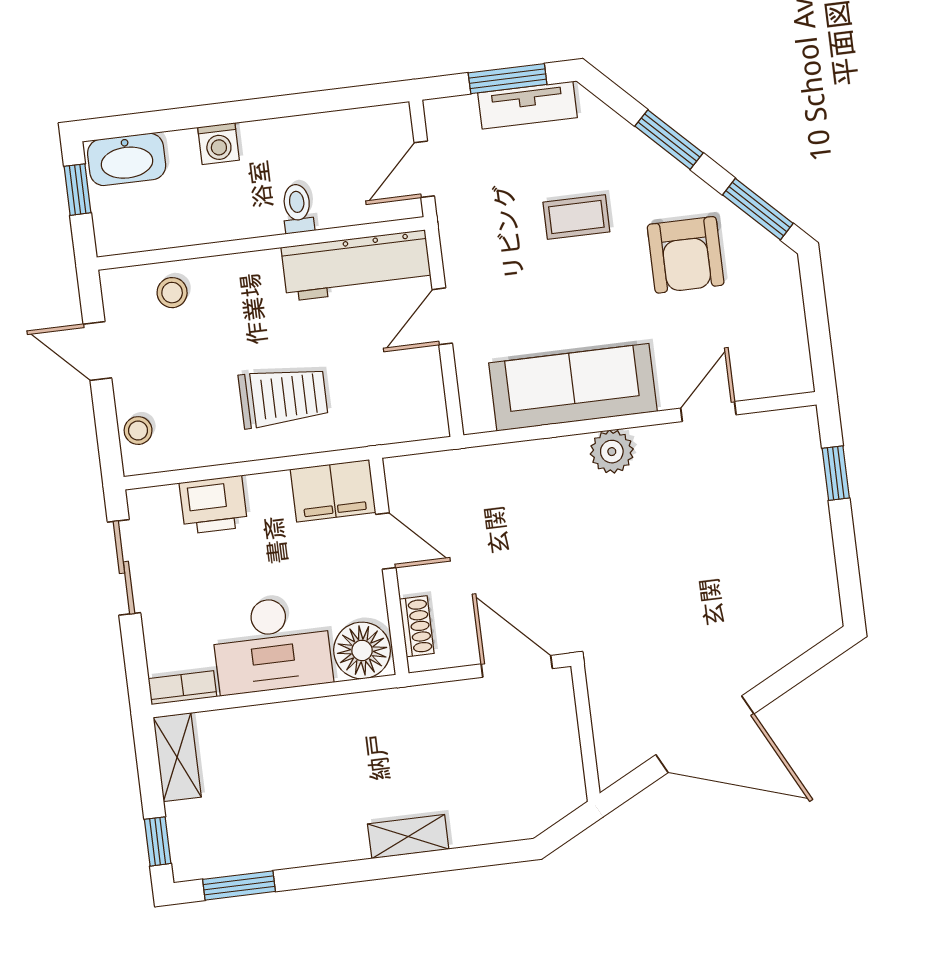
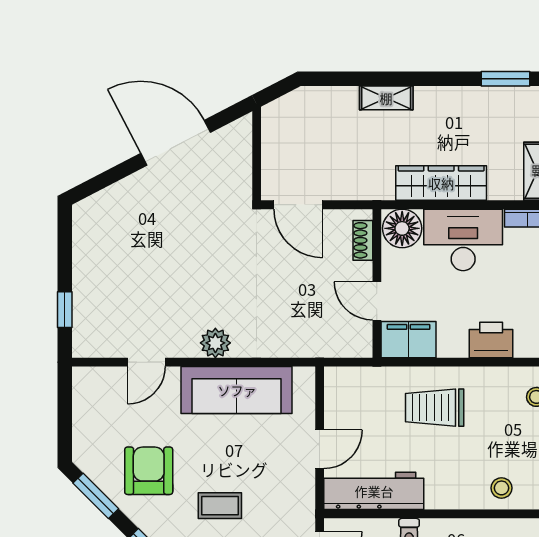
wardrobe: (314, 723) -> (441, 183), added

